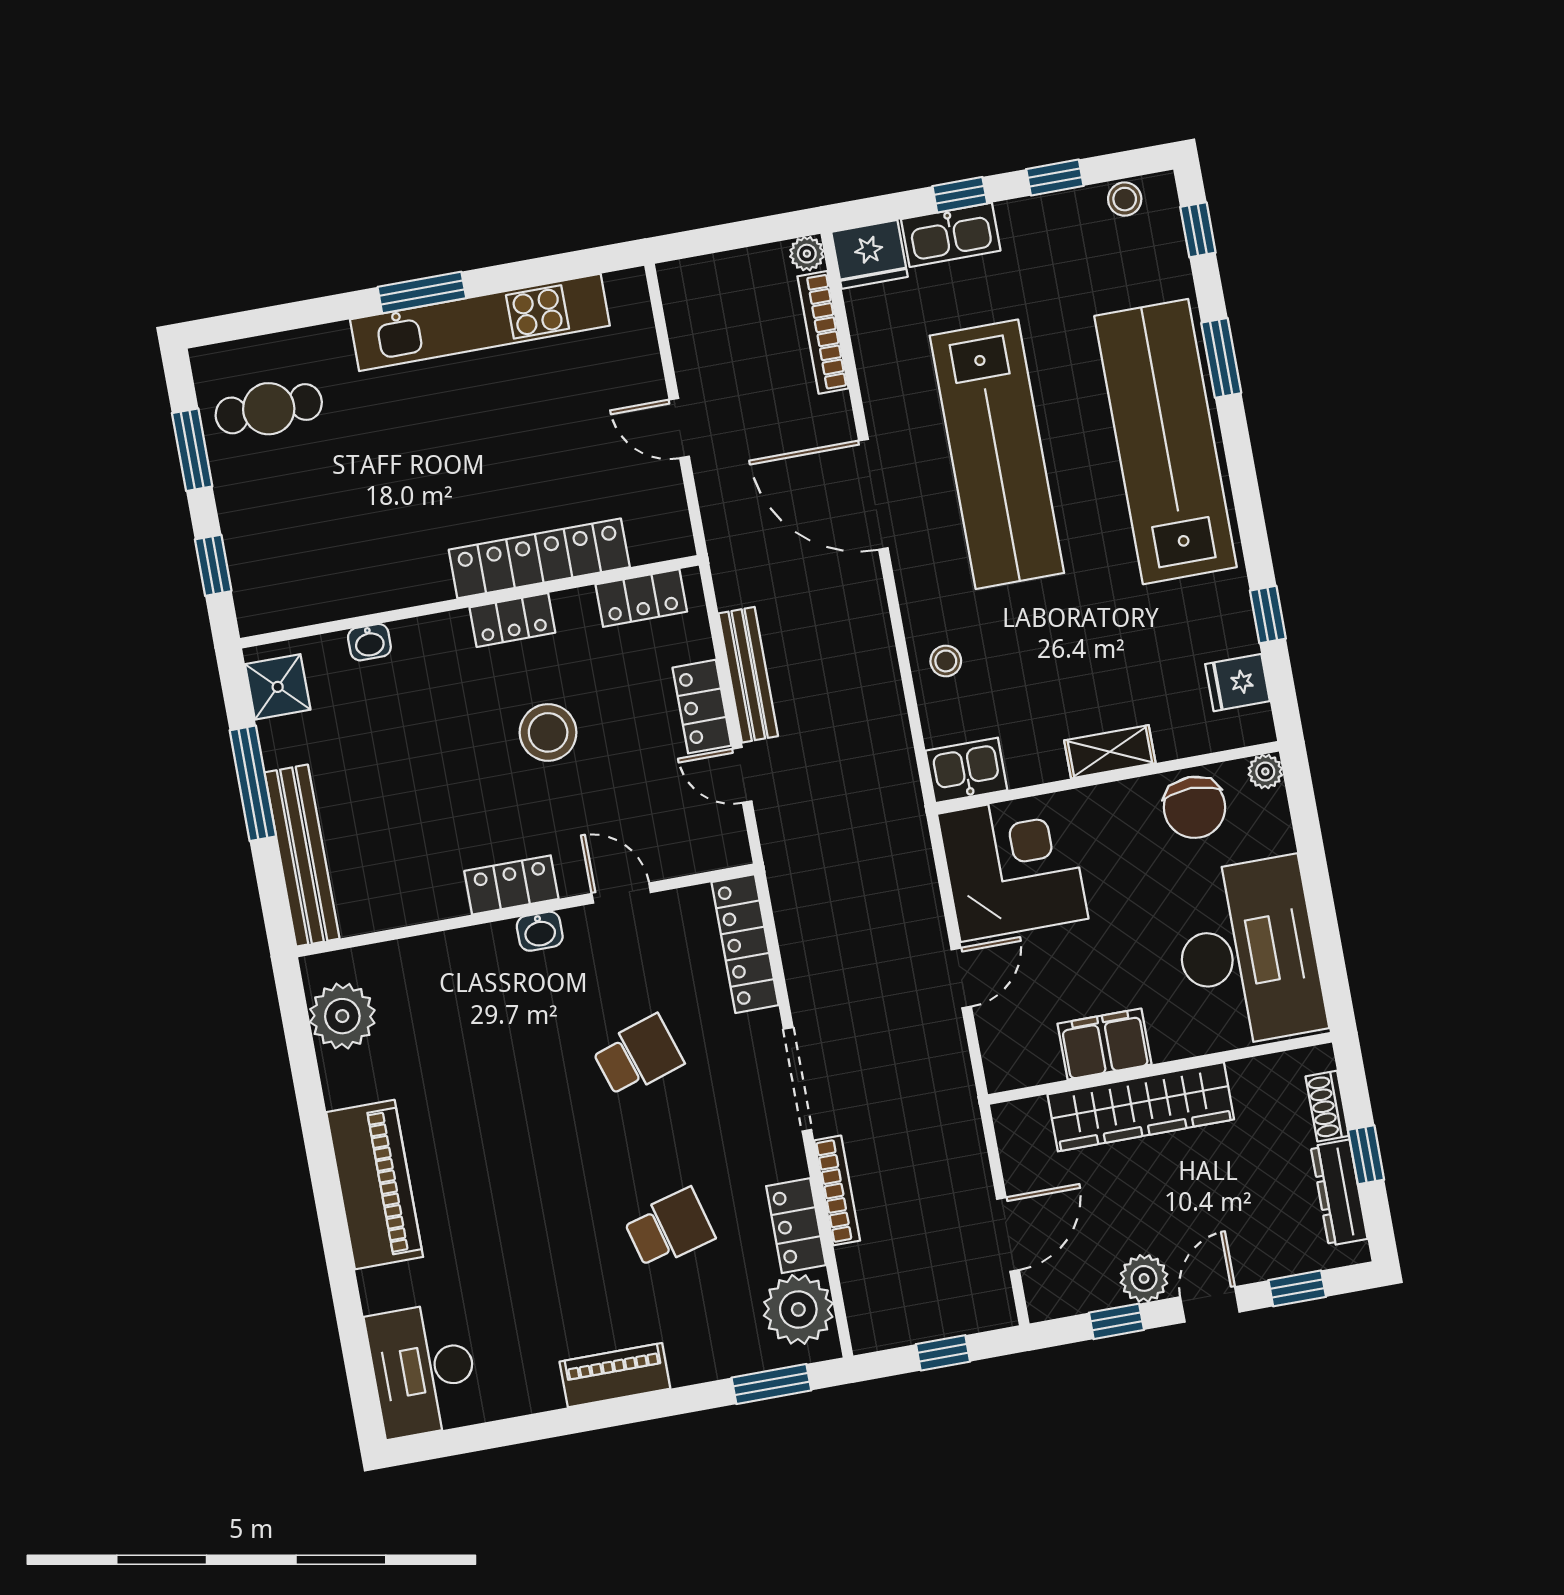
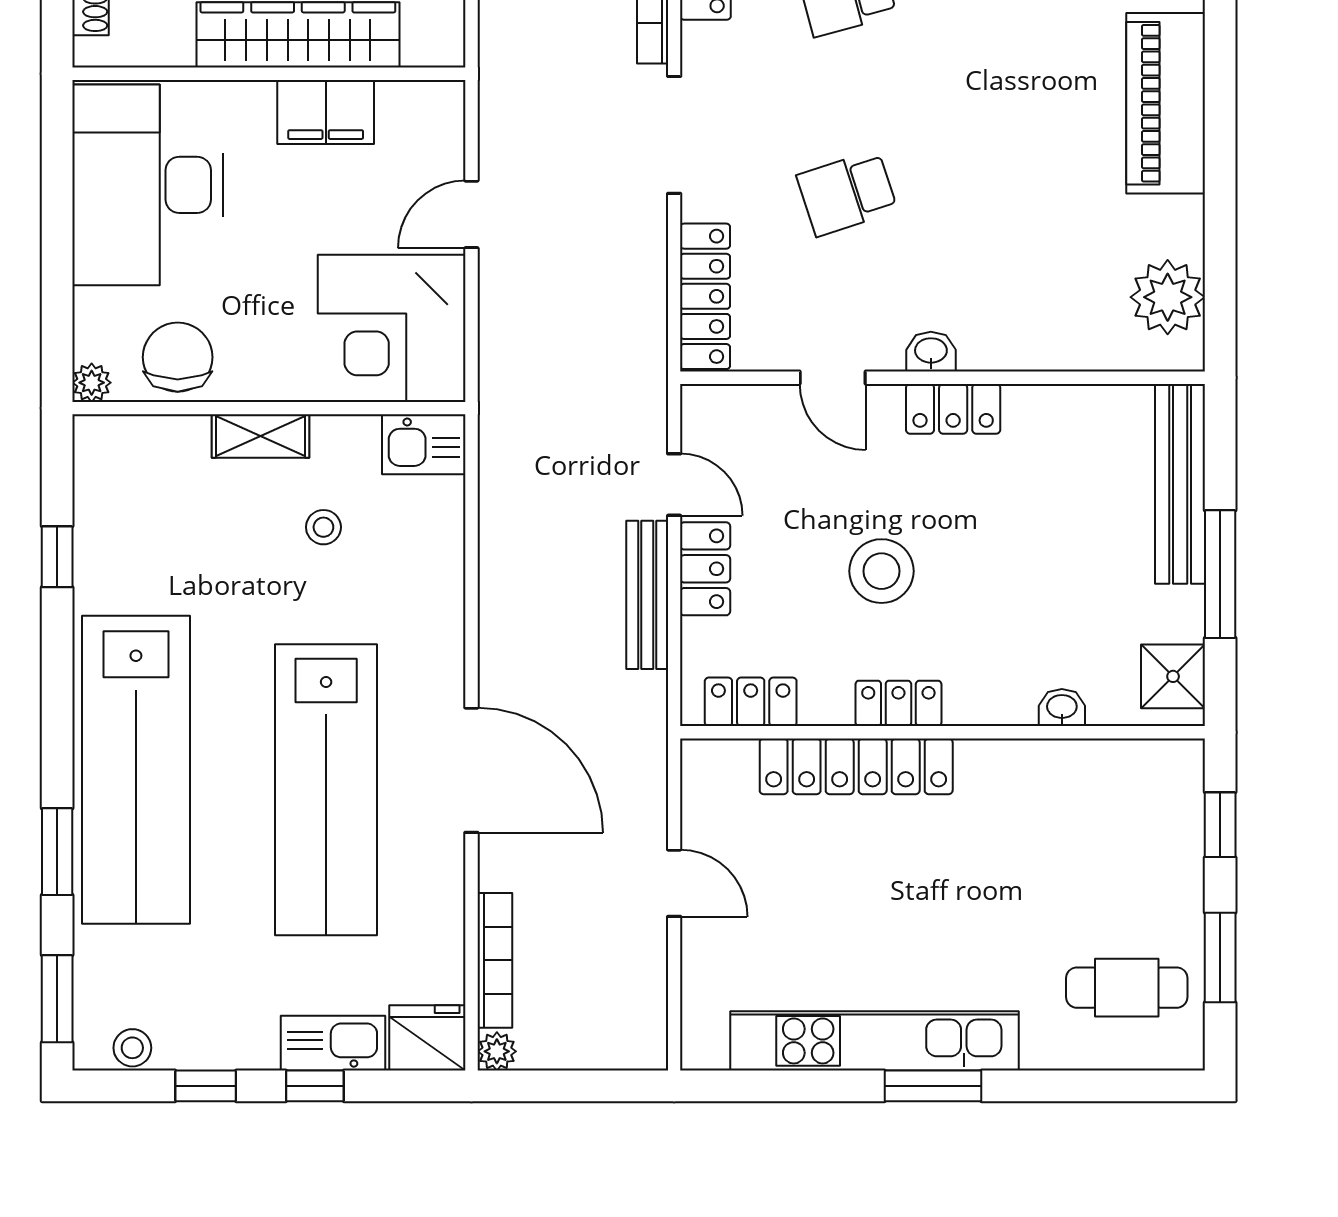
window: (1198, 230) -> (57, 999), width x1.50
lab bench: (997, 454) -> (326, 790), turned 180
stool: (946, 661) -> (323, 527), moved
fridge: (1237, 683) -> (105, 487), removed

